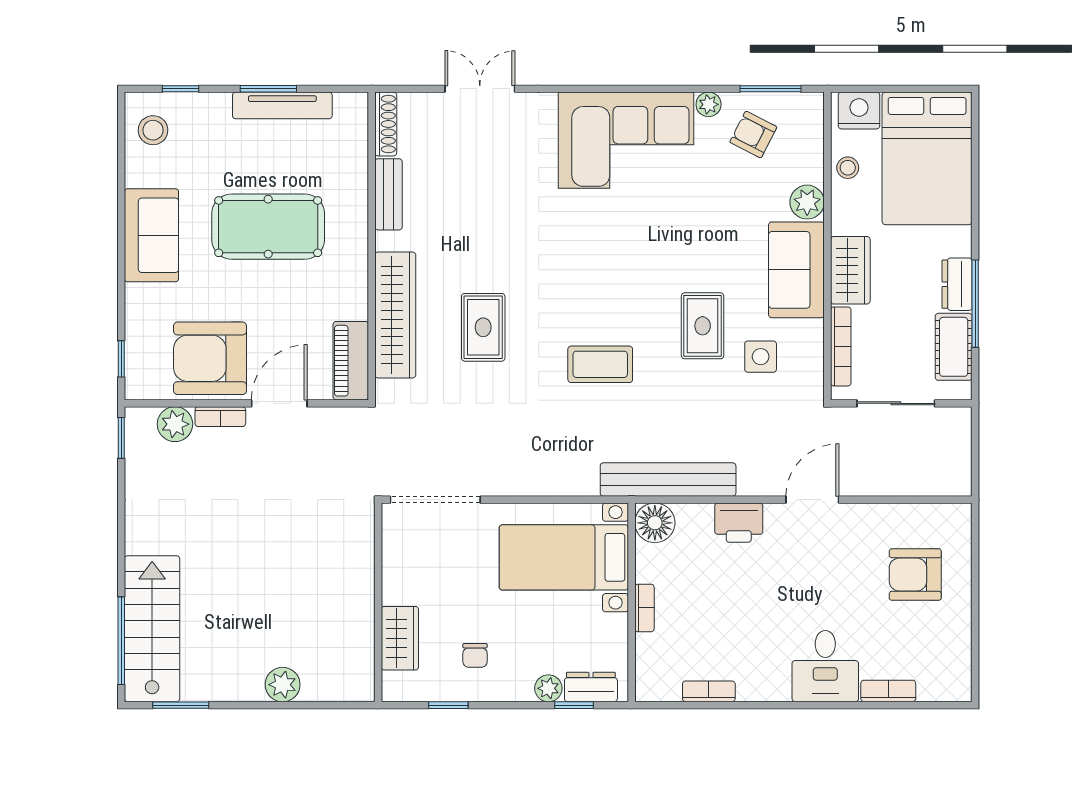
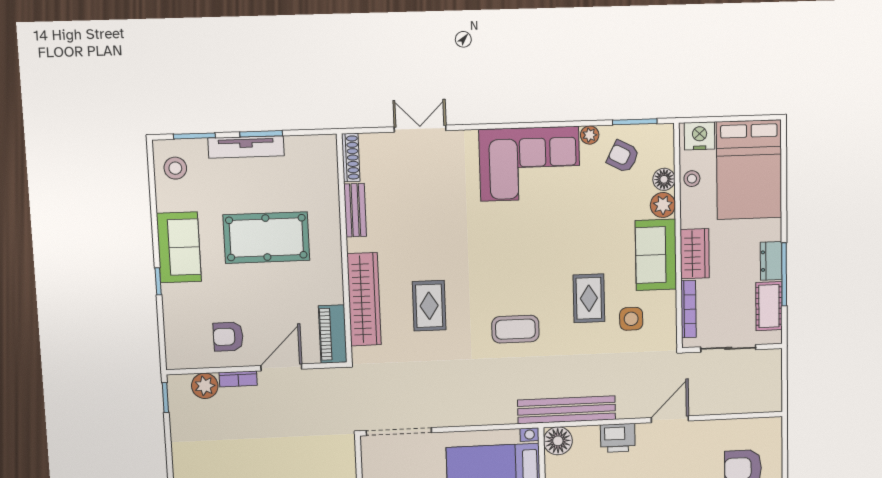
window: (181, 89) -> (194, 136), width x1.50
tv unit: (282, 105) -> (246, 147), moved
floor lamp: (809, 167) -> (664, 179), added
armchair: (210, 358) -> (228, 337), width x0.53, depth x0.53
window: (121, 359) -> (158, 281), moved

